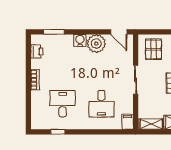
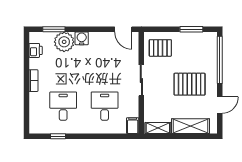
plant: (96, 44) -> (64, 42), moved
pallet: (153, 49) -> (160, 48), turned 90
desk: (101, 104) -> (105, 106), turned 180

